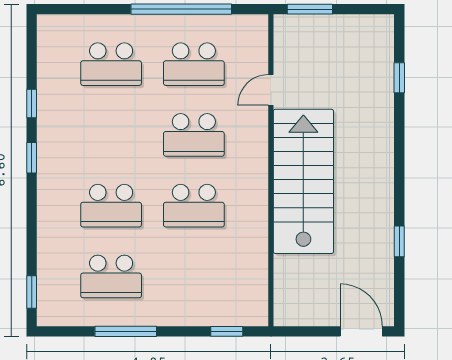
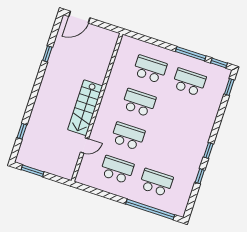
window: (181, 9) -> (150, 209), moved
window: (310, 9) -> (32, 171), moved
stairs: (303, 181) -> (85, 108), width x0.73, depth x0.66
school desk: (111, 206) -> (150, 69), moved
window: (227, 331) -> (219, 63), moved
door: (361, 331) -> (79, 17), hinge flipped

